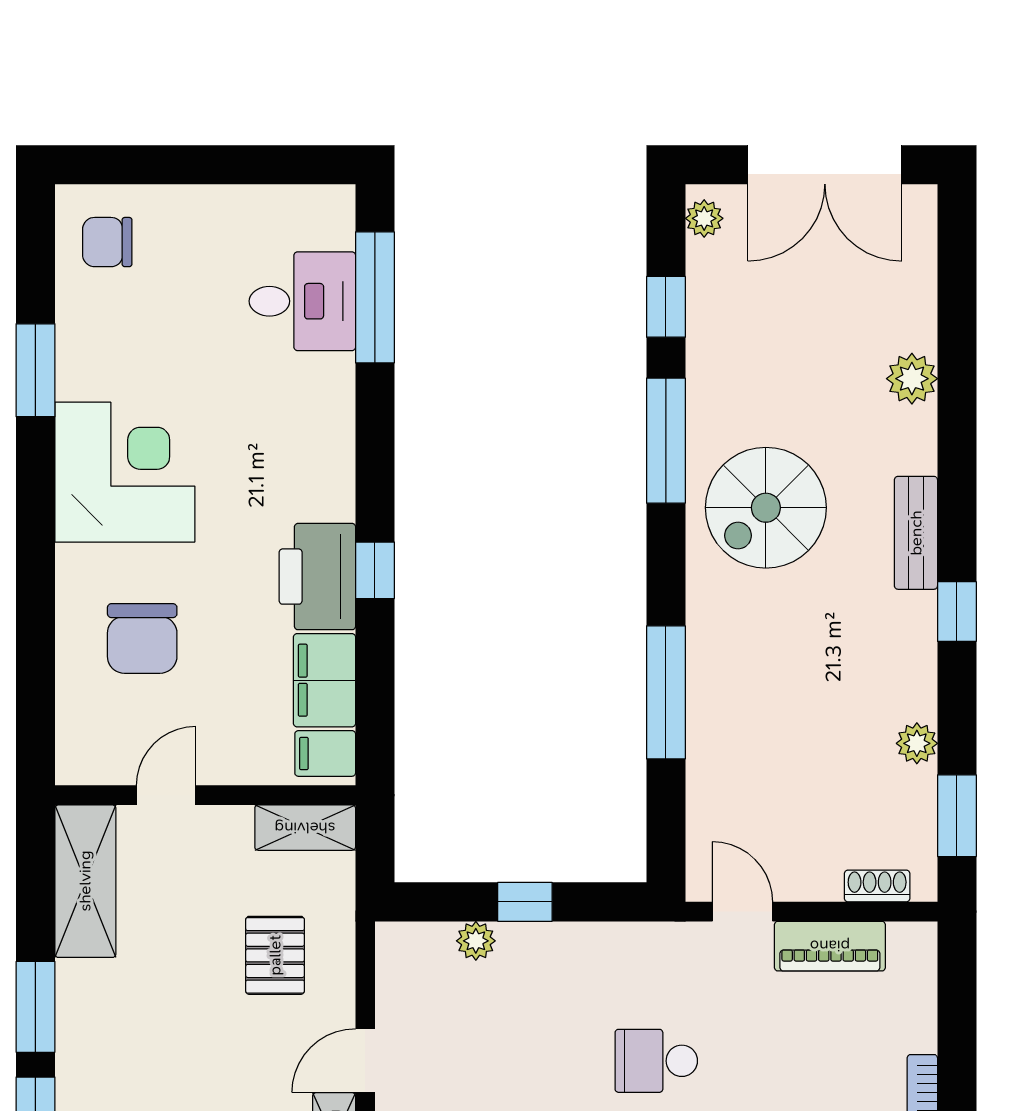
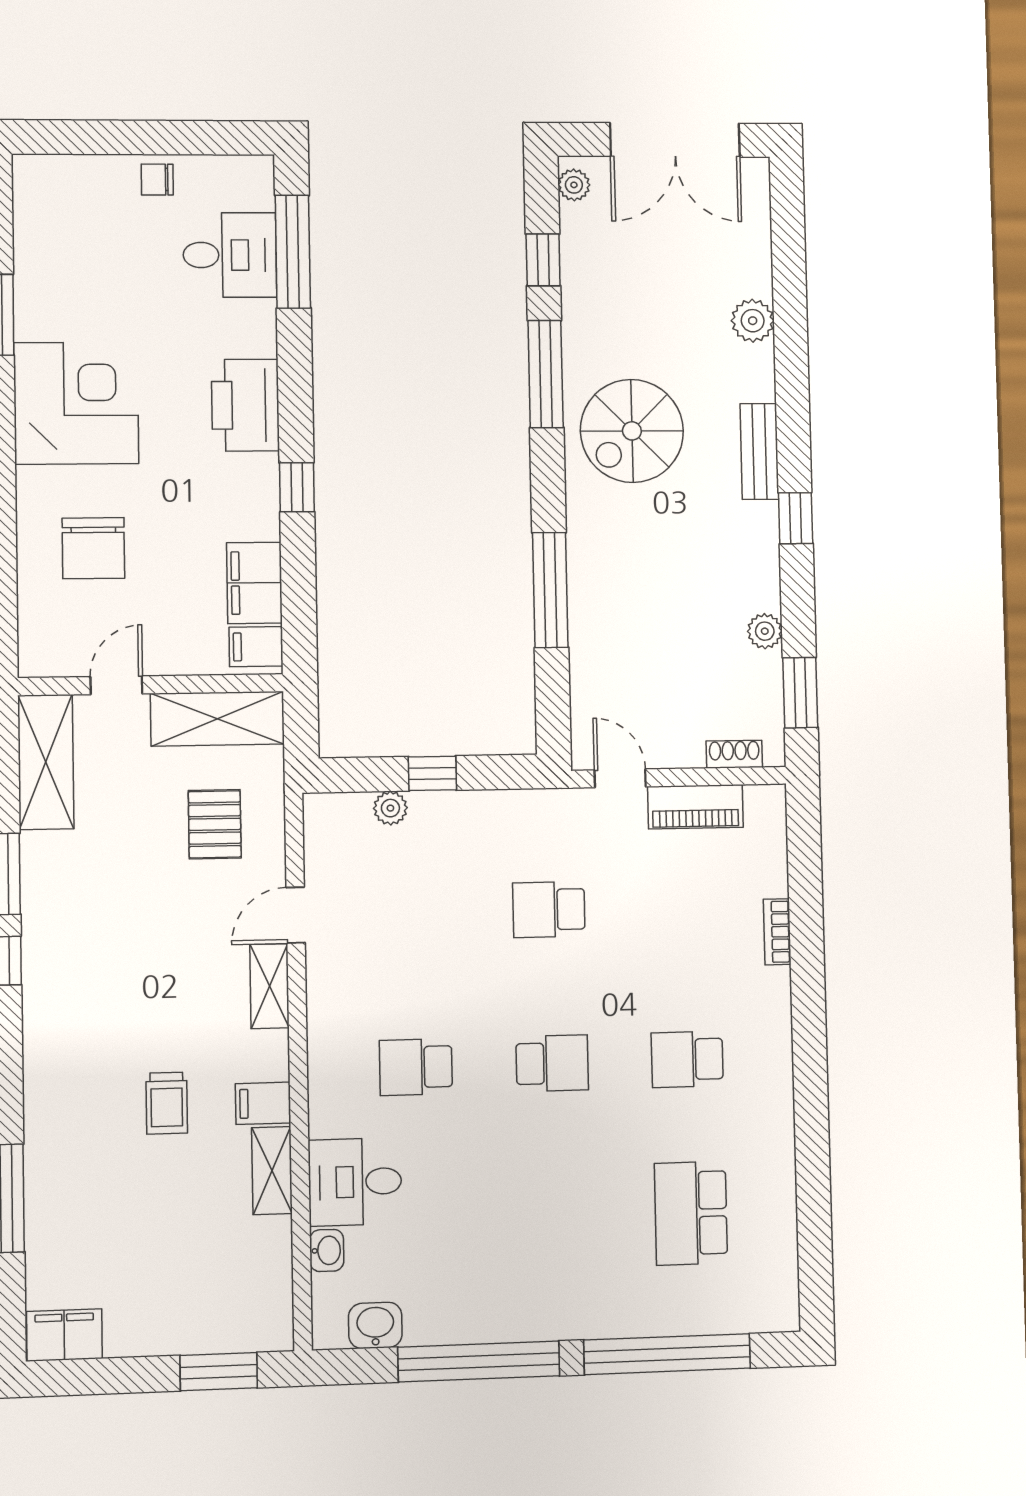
chair: (107, 242) -> (157, 180), moved, width x0.73, depth x0.73
printer: (317, 577) -> (245, 405), moved
shelving: (305, 828) -> (217, 719), width x1.50, depth x1.33

